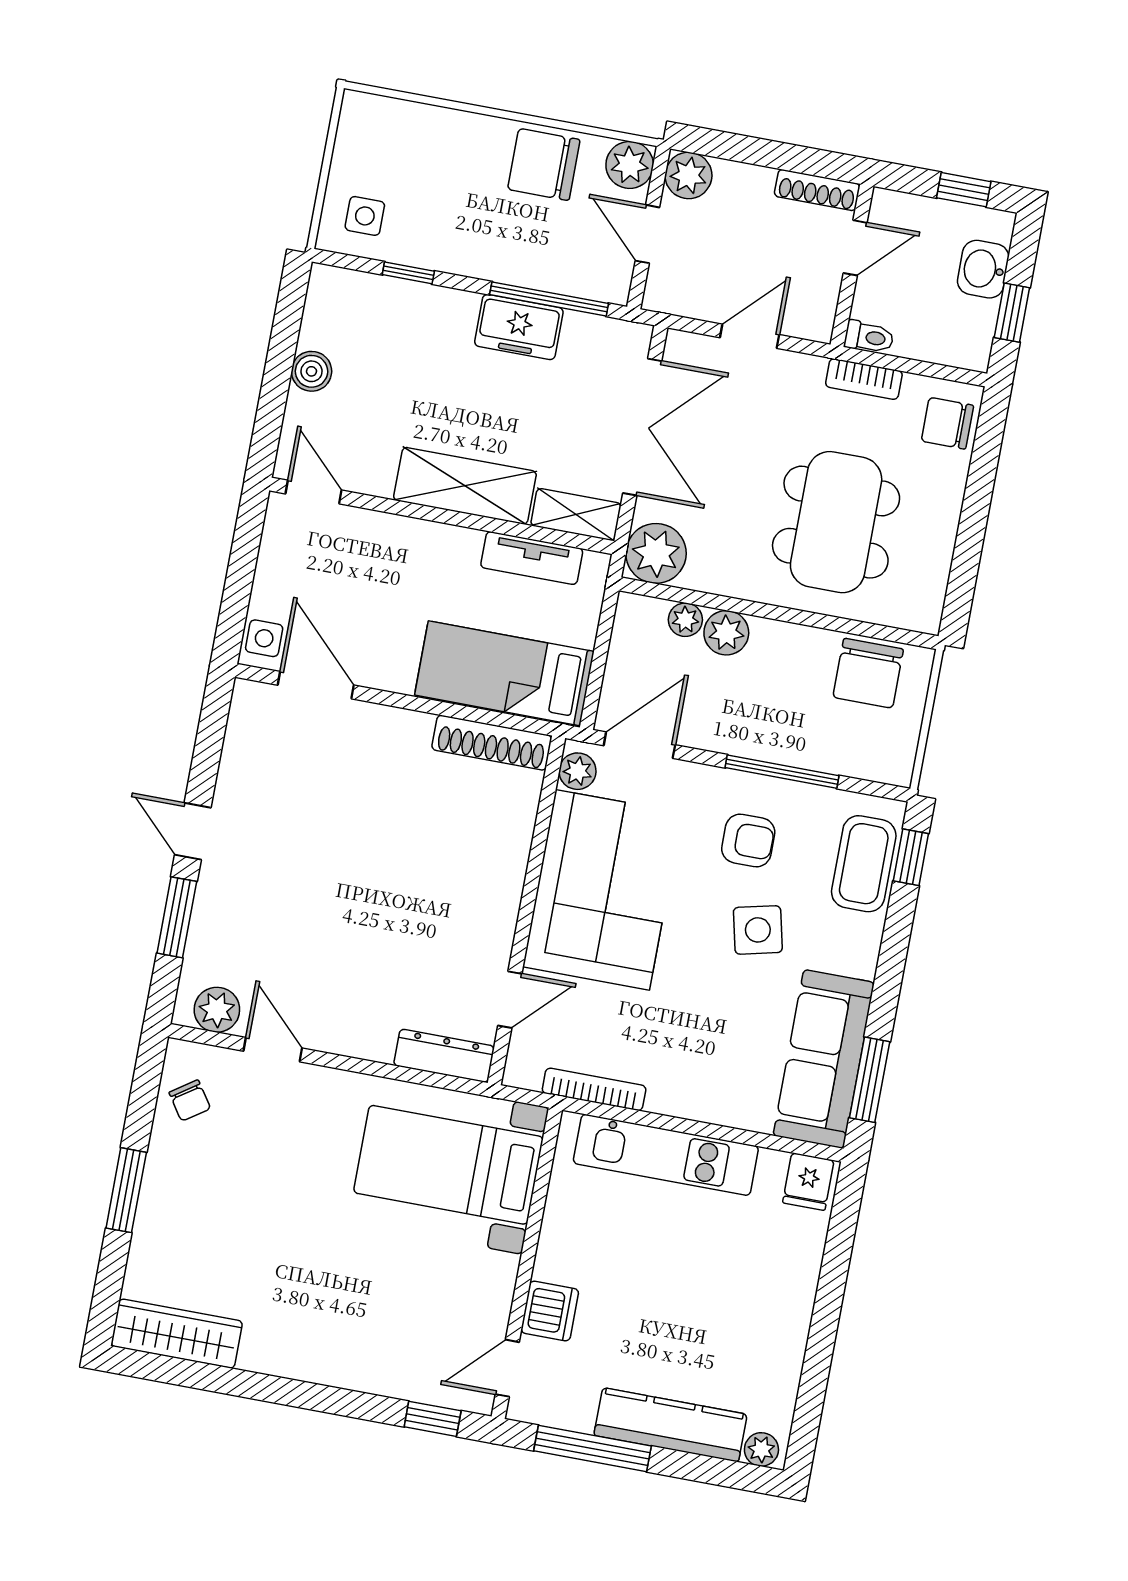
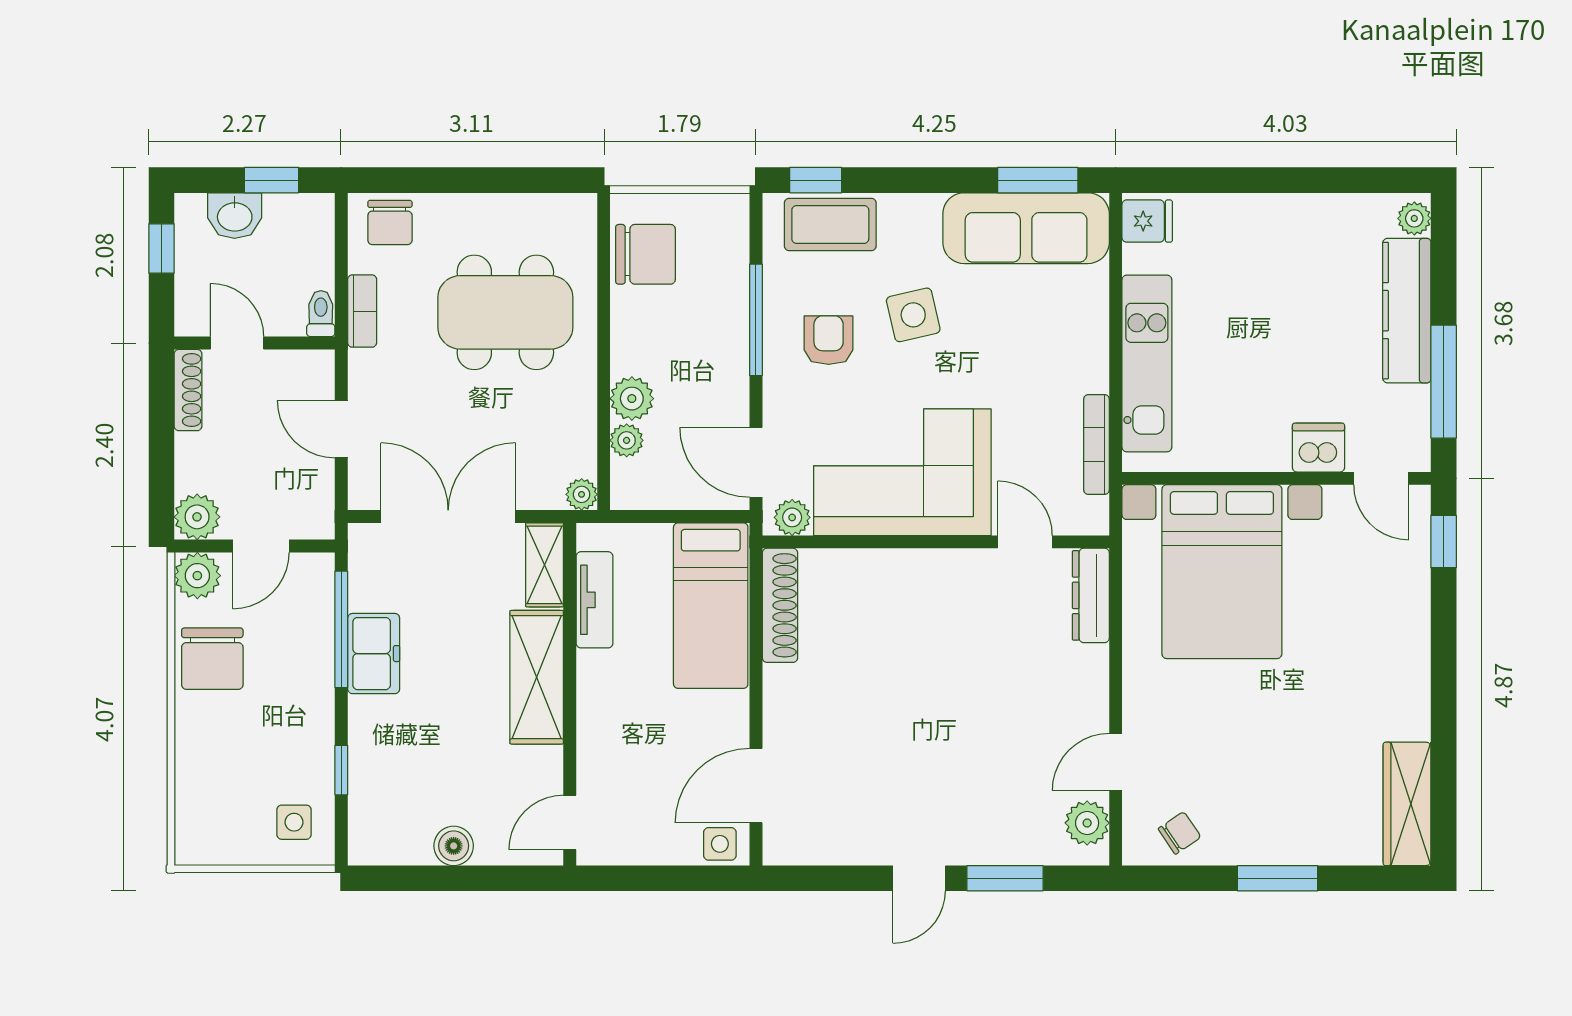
plant: (656, 553) -> (582, 494), width x0.53, depth x0.53
bed with nightstands: (448, 1165) -> (1222, 572), width x1.36

